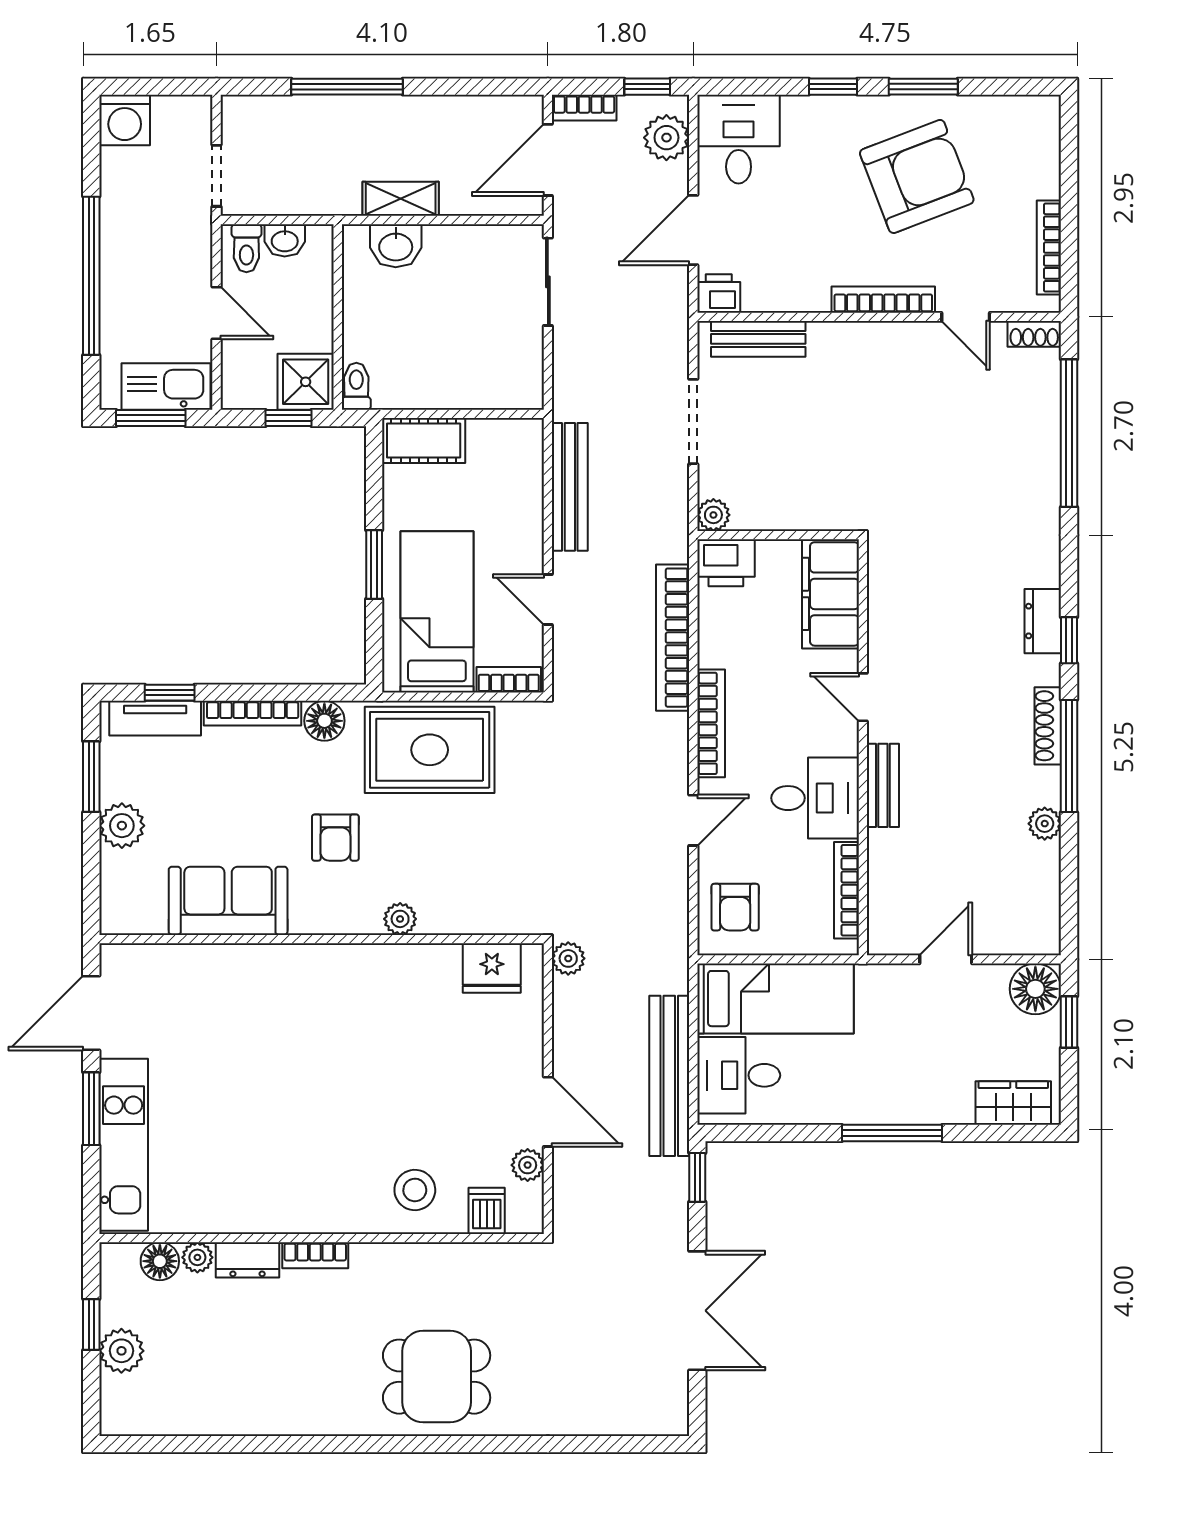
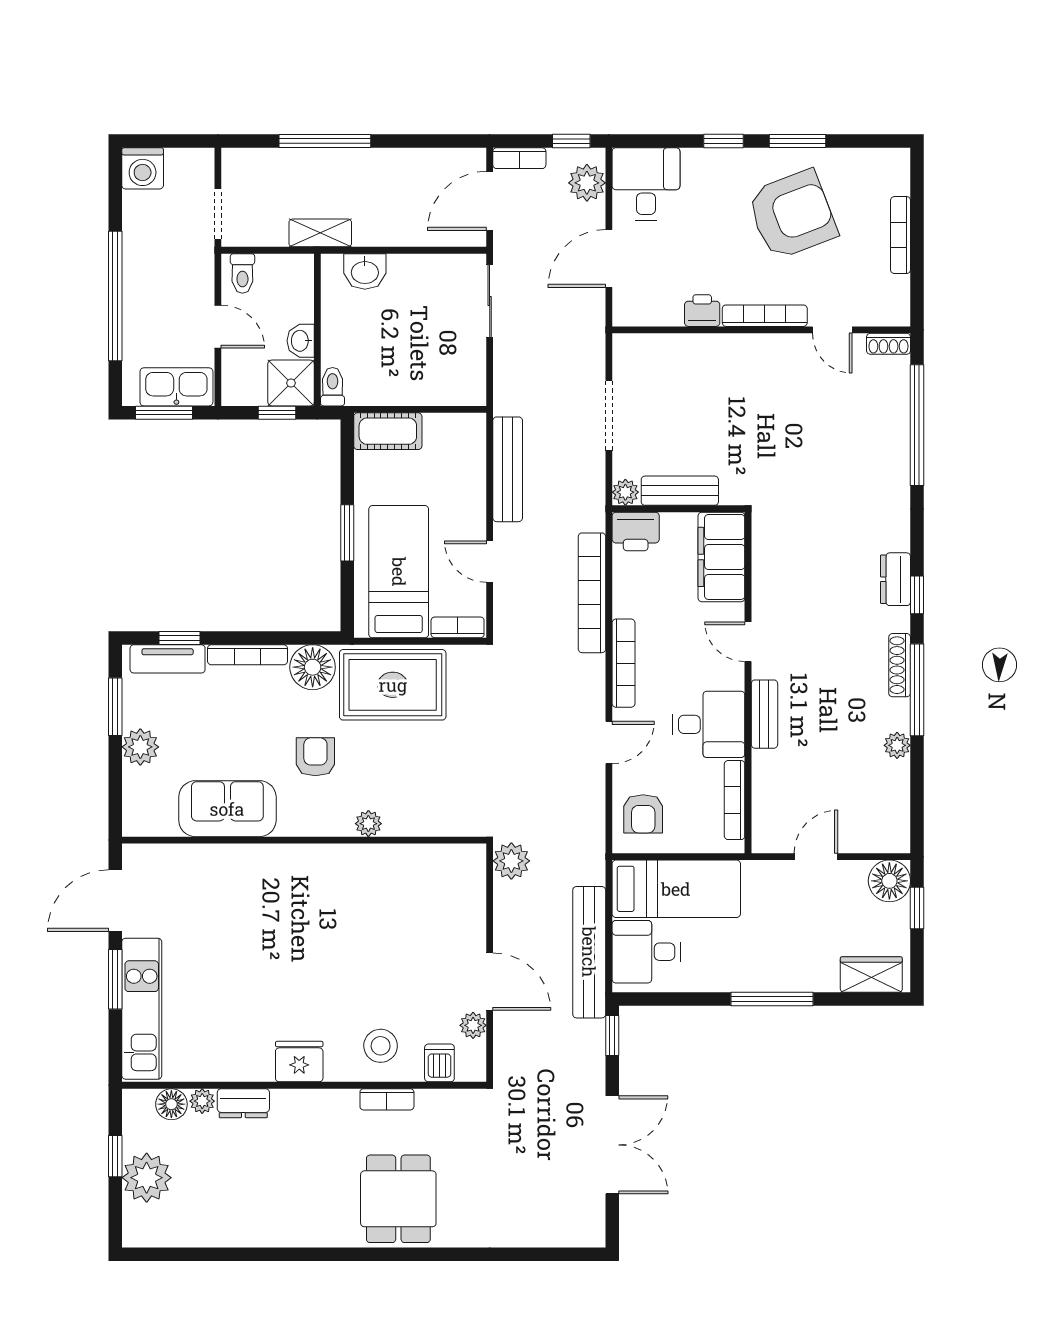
shelving: (401, 199) -> (320, 233), moved
washbasin: (285, 240) -> (301, 341), moved, turned 90
bookcase: (1049, 248) -> (901, 235), moved
printer: (719, 293) -> (702, 311), moved
bench: (758, 339) -> (680, 491), moved
floor lamp: (324, 721) -> (313, 667), width x1.38, depth x1.38
armchair: (335, 838) -> (315, 757), turned 180
plant: (568, 958) -> (511, 861), width x1.38, depth x1.38
fridge: (492, 968) -> (299, 1062), moved, turned 180
bookcase: (315, 1255) -> (387, 1099), moved
plant: (121, 1351) -> (147, 1178), width x1.36, depth x1.36
dining table: (437, 1377) -> (398, 1199), turned 90

